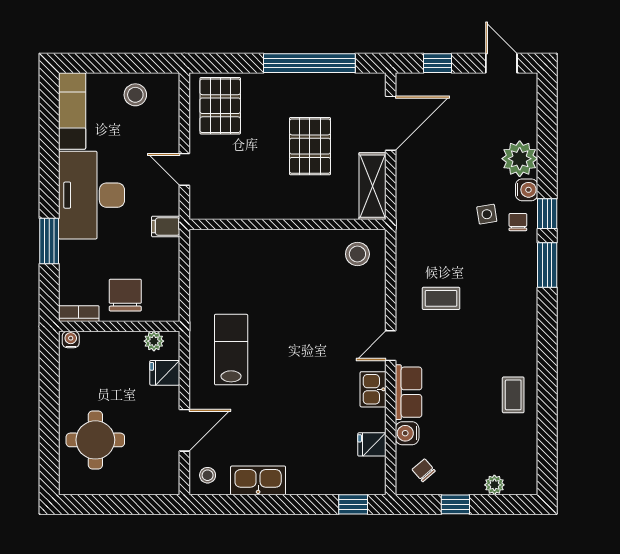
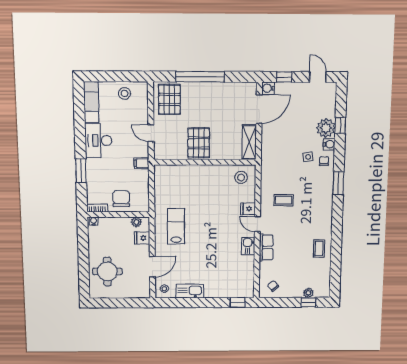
window: (309, 63) -> (200, 77), moved
pallet: (310, 146) -> (199, 143), moved
desk: (92, 195) -> (98, 141), width x0.73, depth x0.77
window: (547, 214) -> (340, 125), moved
door: (391, 346) -> (257, 224), hinge flipped
water cooler: (407, 433) -> (268, 88), moved
fridge: (372, 444) -> (248, 209), moved
window: (455, 504) -> (308, 302), moved

